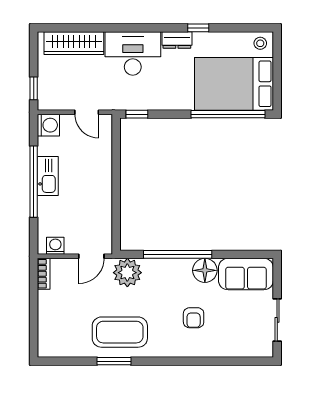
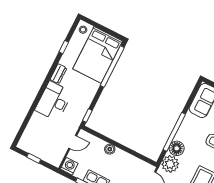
window: (198, 28) -> (64, 47), moved
wardrobe: (74, 43) -> (32, 130), removed
window: (34, 88) -> (34, 158), moved
boiler: (104, 172) -> (110, 149), added
floor lamp: (205, 270) -> (177, 148), moved

